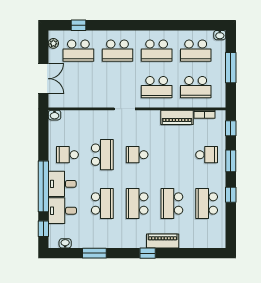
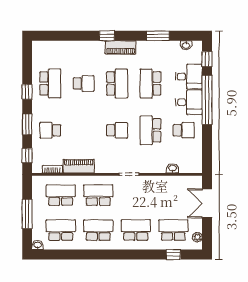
washbasin: (55, 115) -> (173, 168), moved
school desk: (172, 203) -> (84, 83), width x0.54
piano: (163, 241) -> (121, 47), moved

